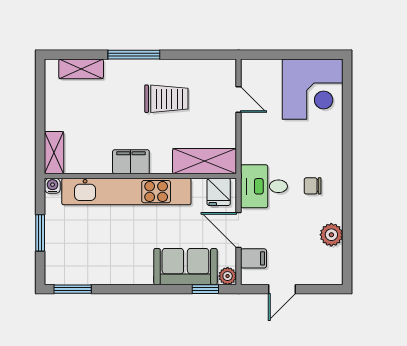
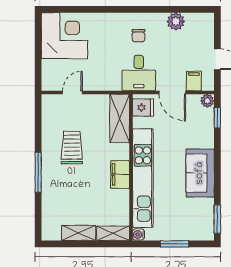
shelving: (81, 69) -> (79, 233), moved, turned 90
door: (238, 230) -> (172, 92), hinge flipped
sofa: (185, 267) -> (200, 173), moved

